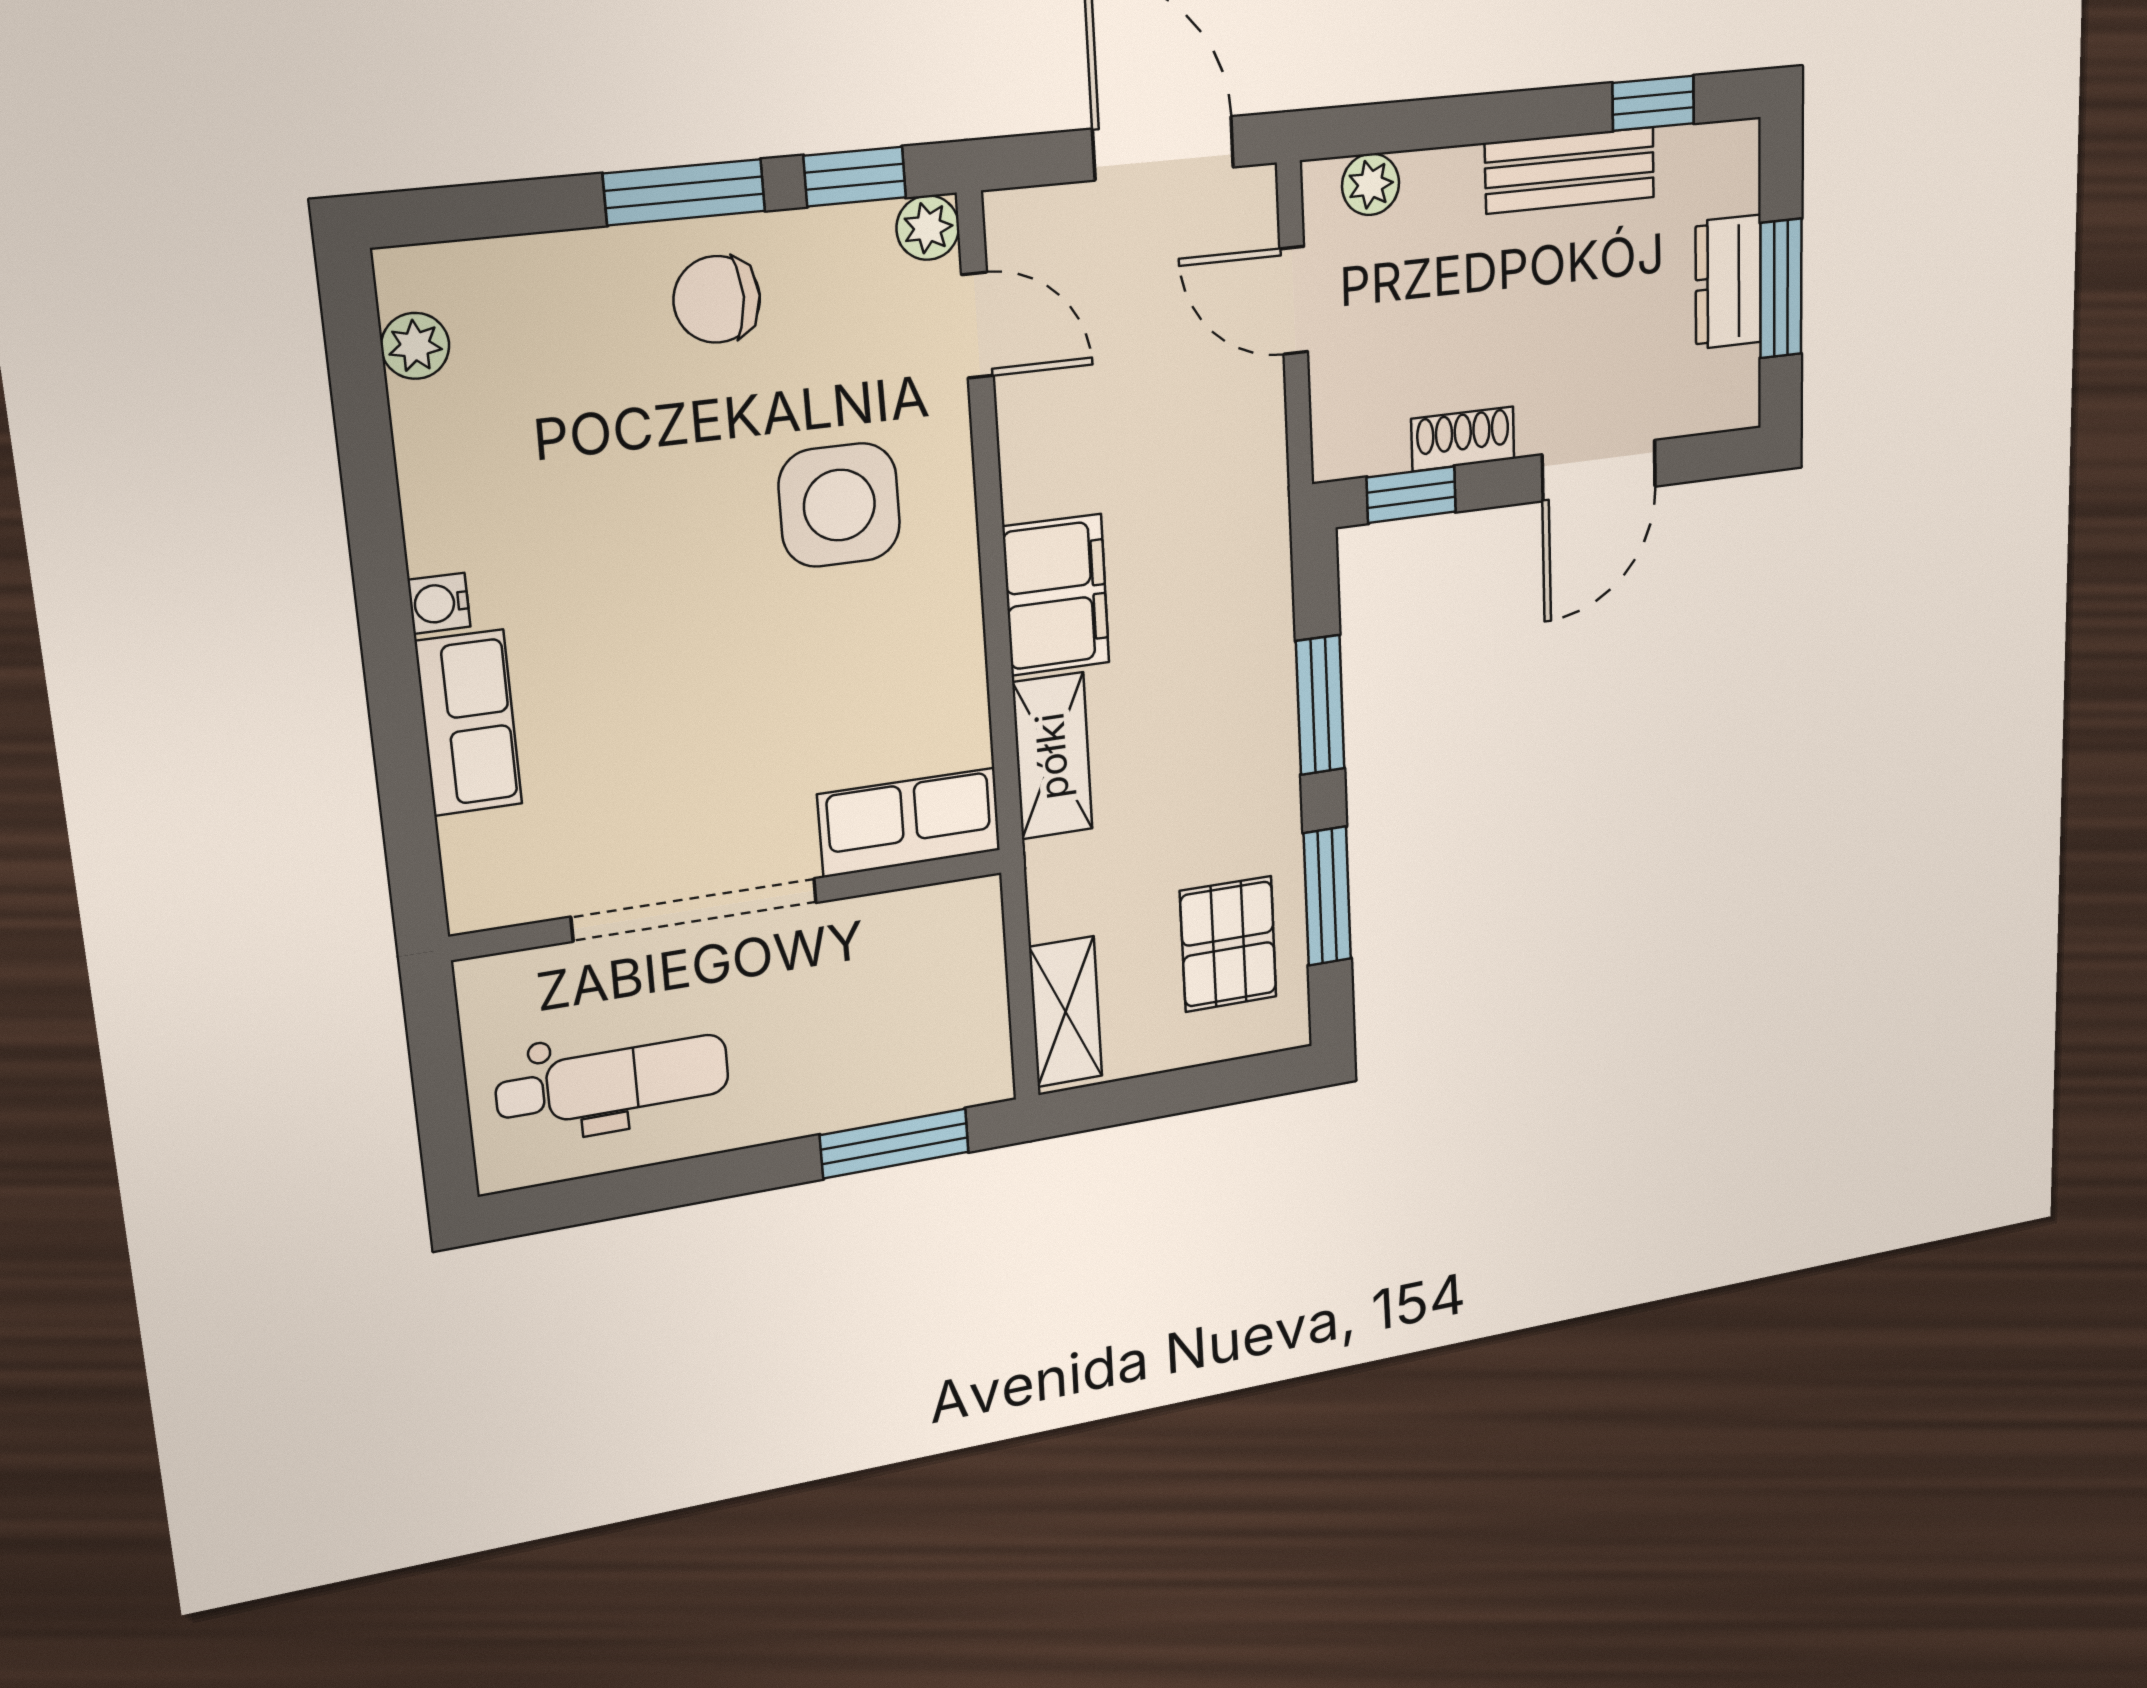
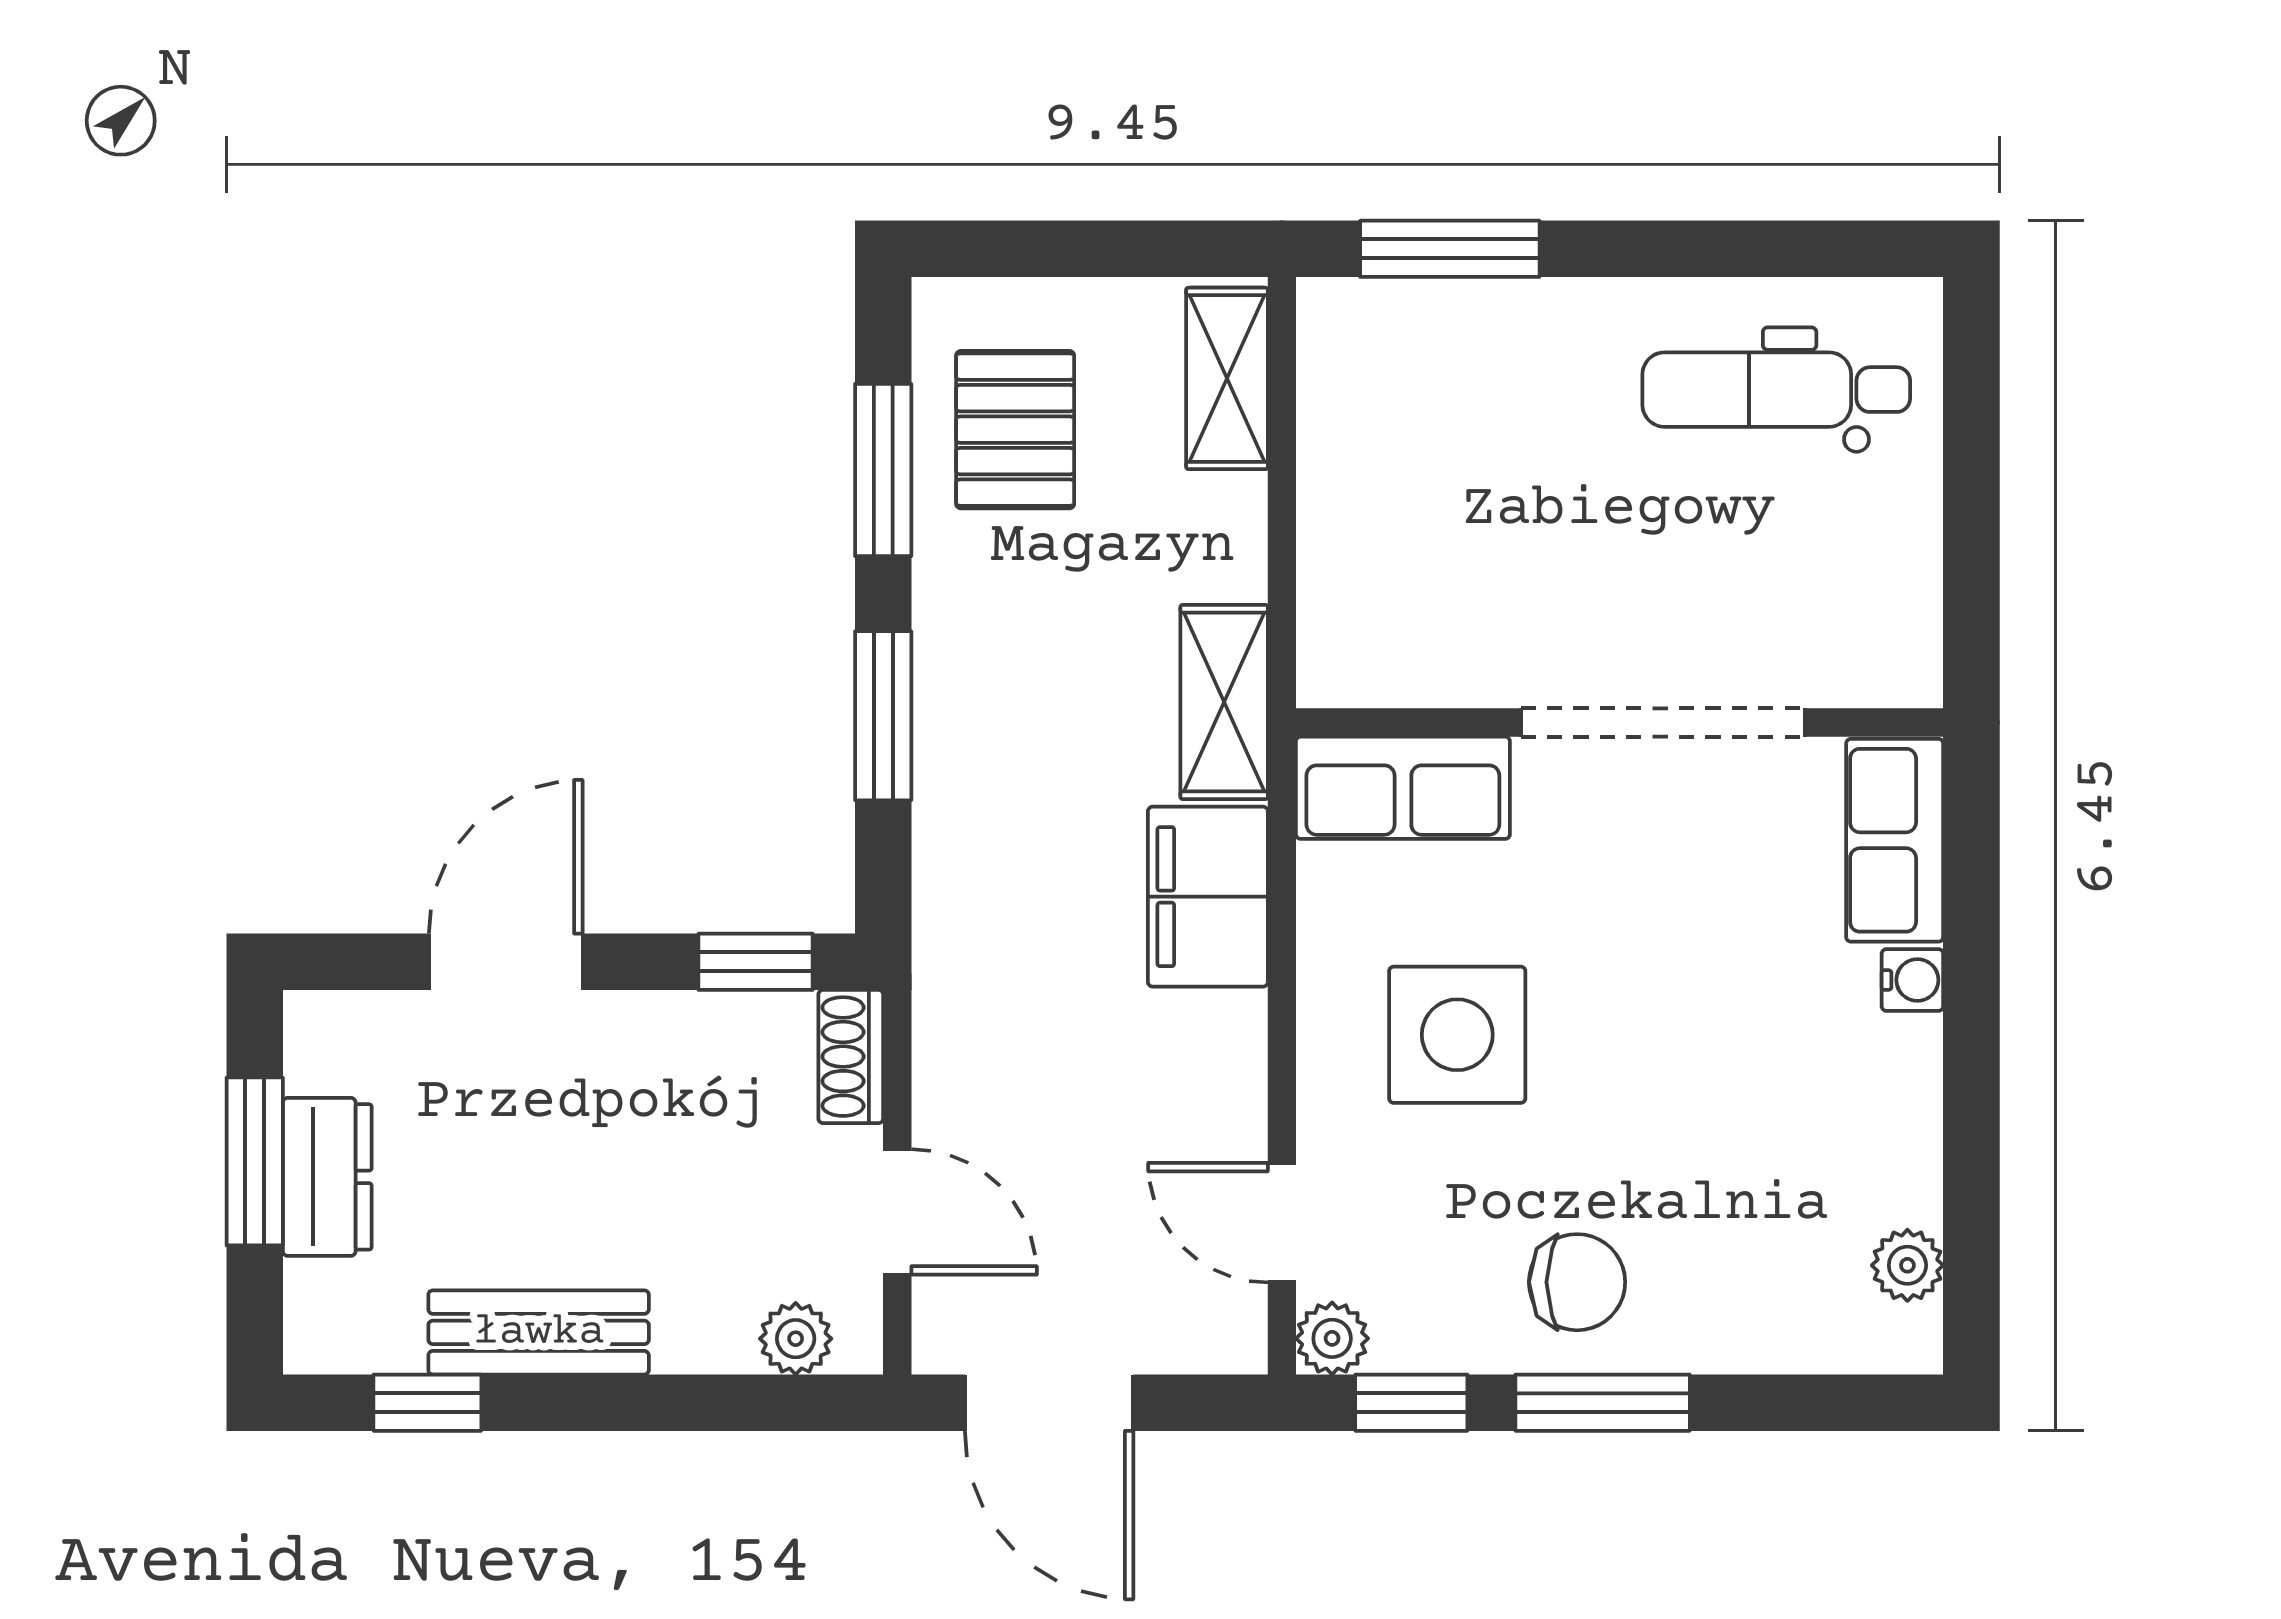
shoe rack: (1463, 439) -> (851, 1057), moved, turned 90
row of seats: (909, 822) -> (1403, 788), moved
wall: (732, 904) -> (1620, 723), moved
doorway: (695, 910) -> (1663, 723), moved

